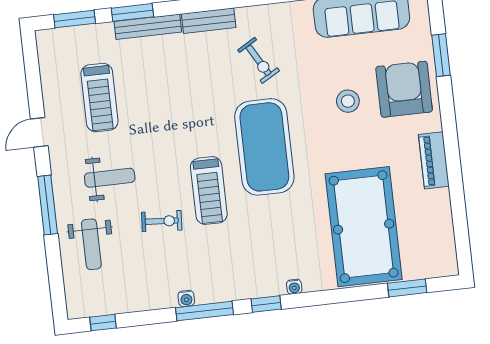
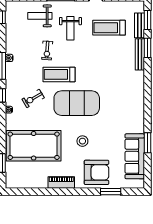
bench: (209, 21) -> (139, 25), moved
exercise bike: (259, 60) -> (33, 98), moved
stool: (348, 101) -> (82, 141), moved

